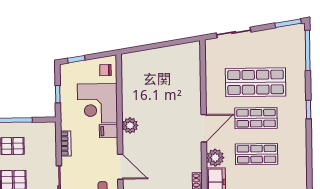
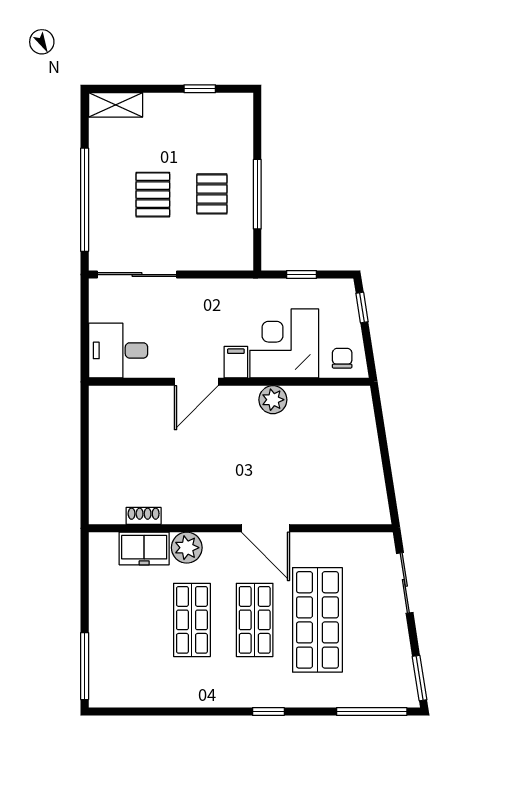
plant: (130, 125) -> (273, 400), moved
door: (204, 128) -> (266, 528), moved
bookcase: (66, 144) -> (215, 287), removed
door: (120, 167) -> (196, 382), moved

